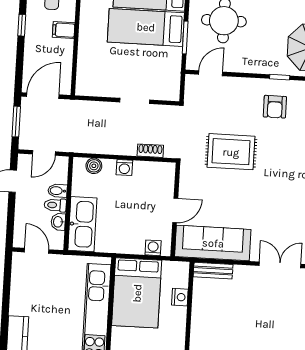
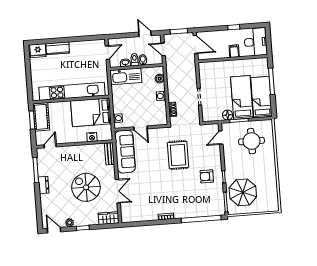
floor lamp: (173, 56) -> (228, 115), added
door: (211, 73) -> (221, 138), swing flipped
spiral stairs: (266, 319) -> (86, 187), added

